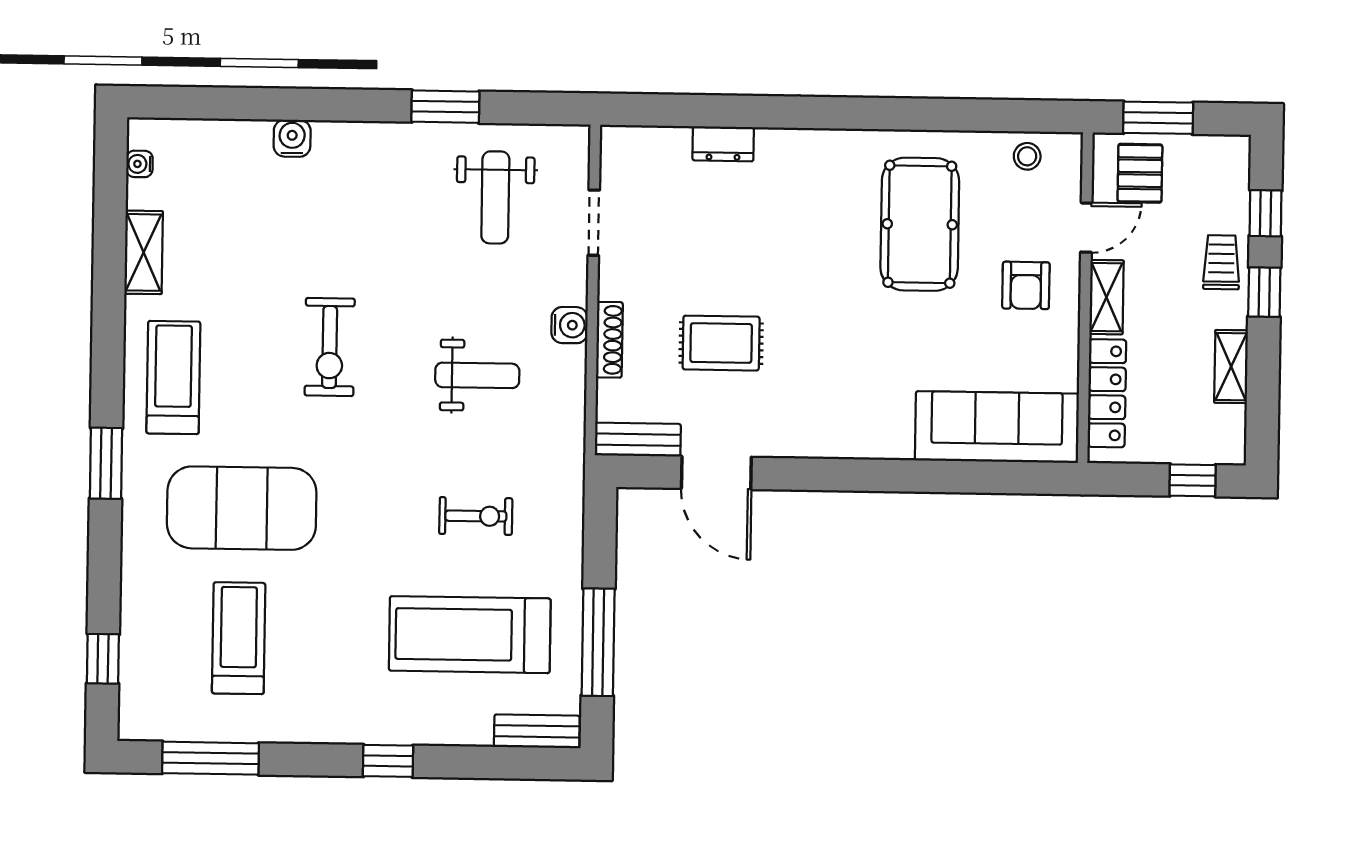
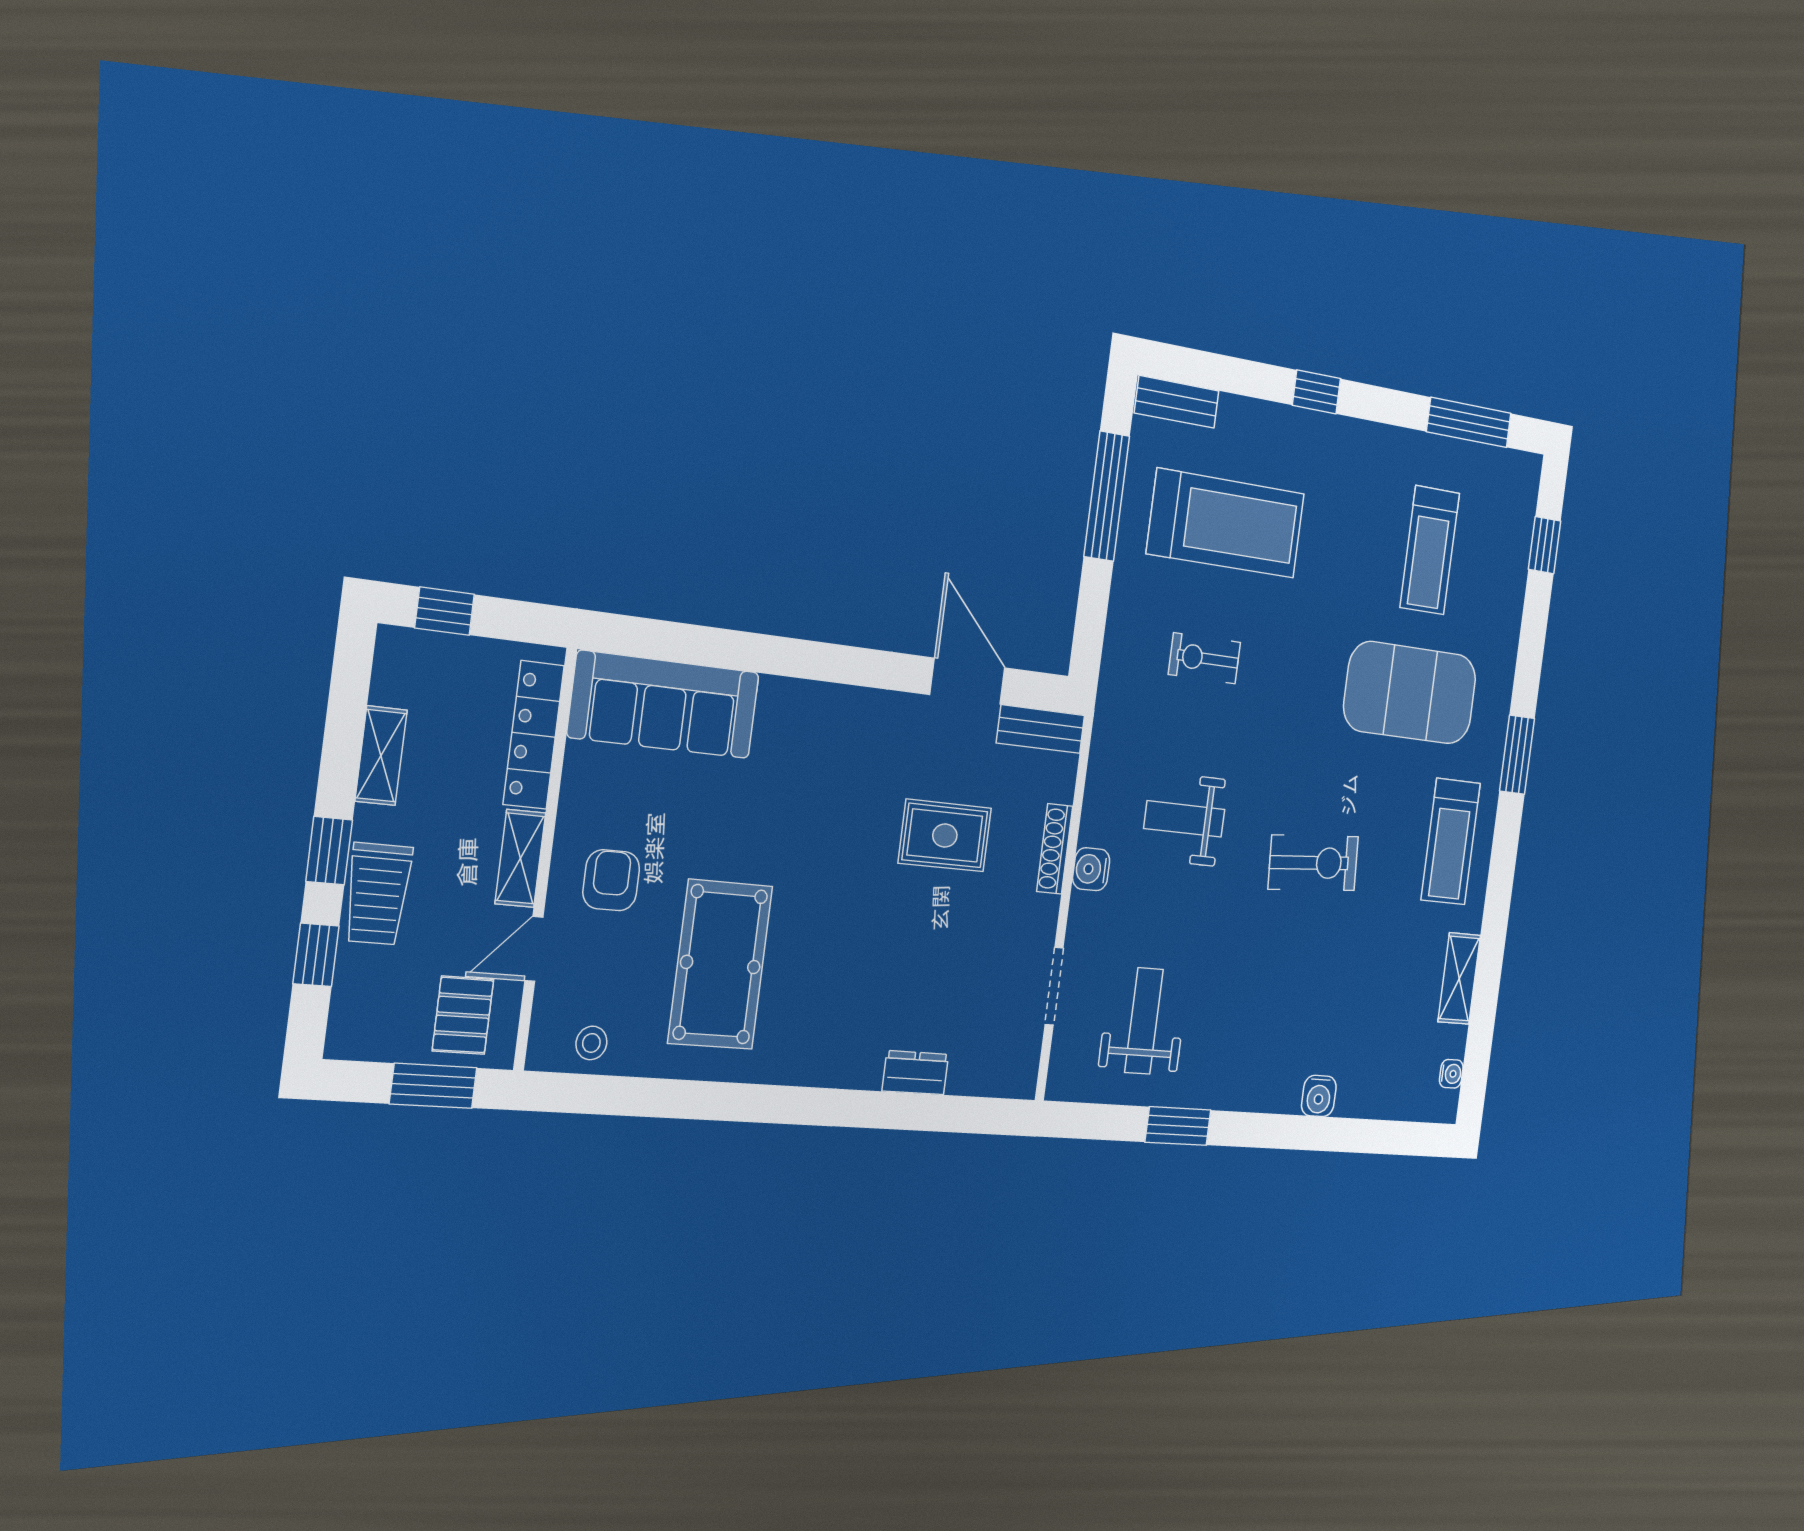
trolley: (1221, 262) -> (378, 894), width x1.36, depth x1.39
exercise bike: (330, 347) -> (1313, 863), turned 86

